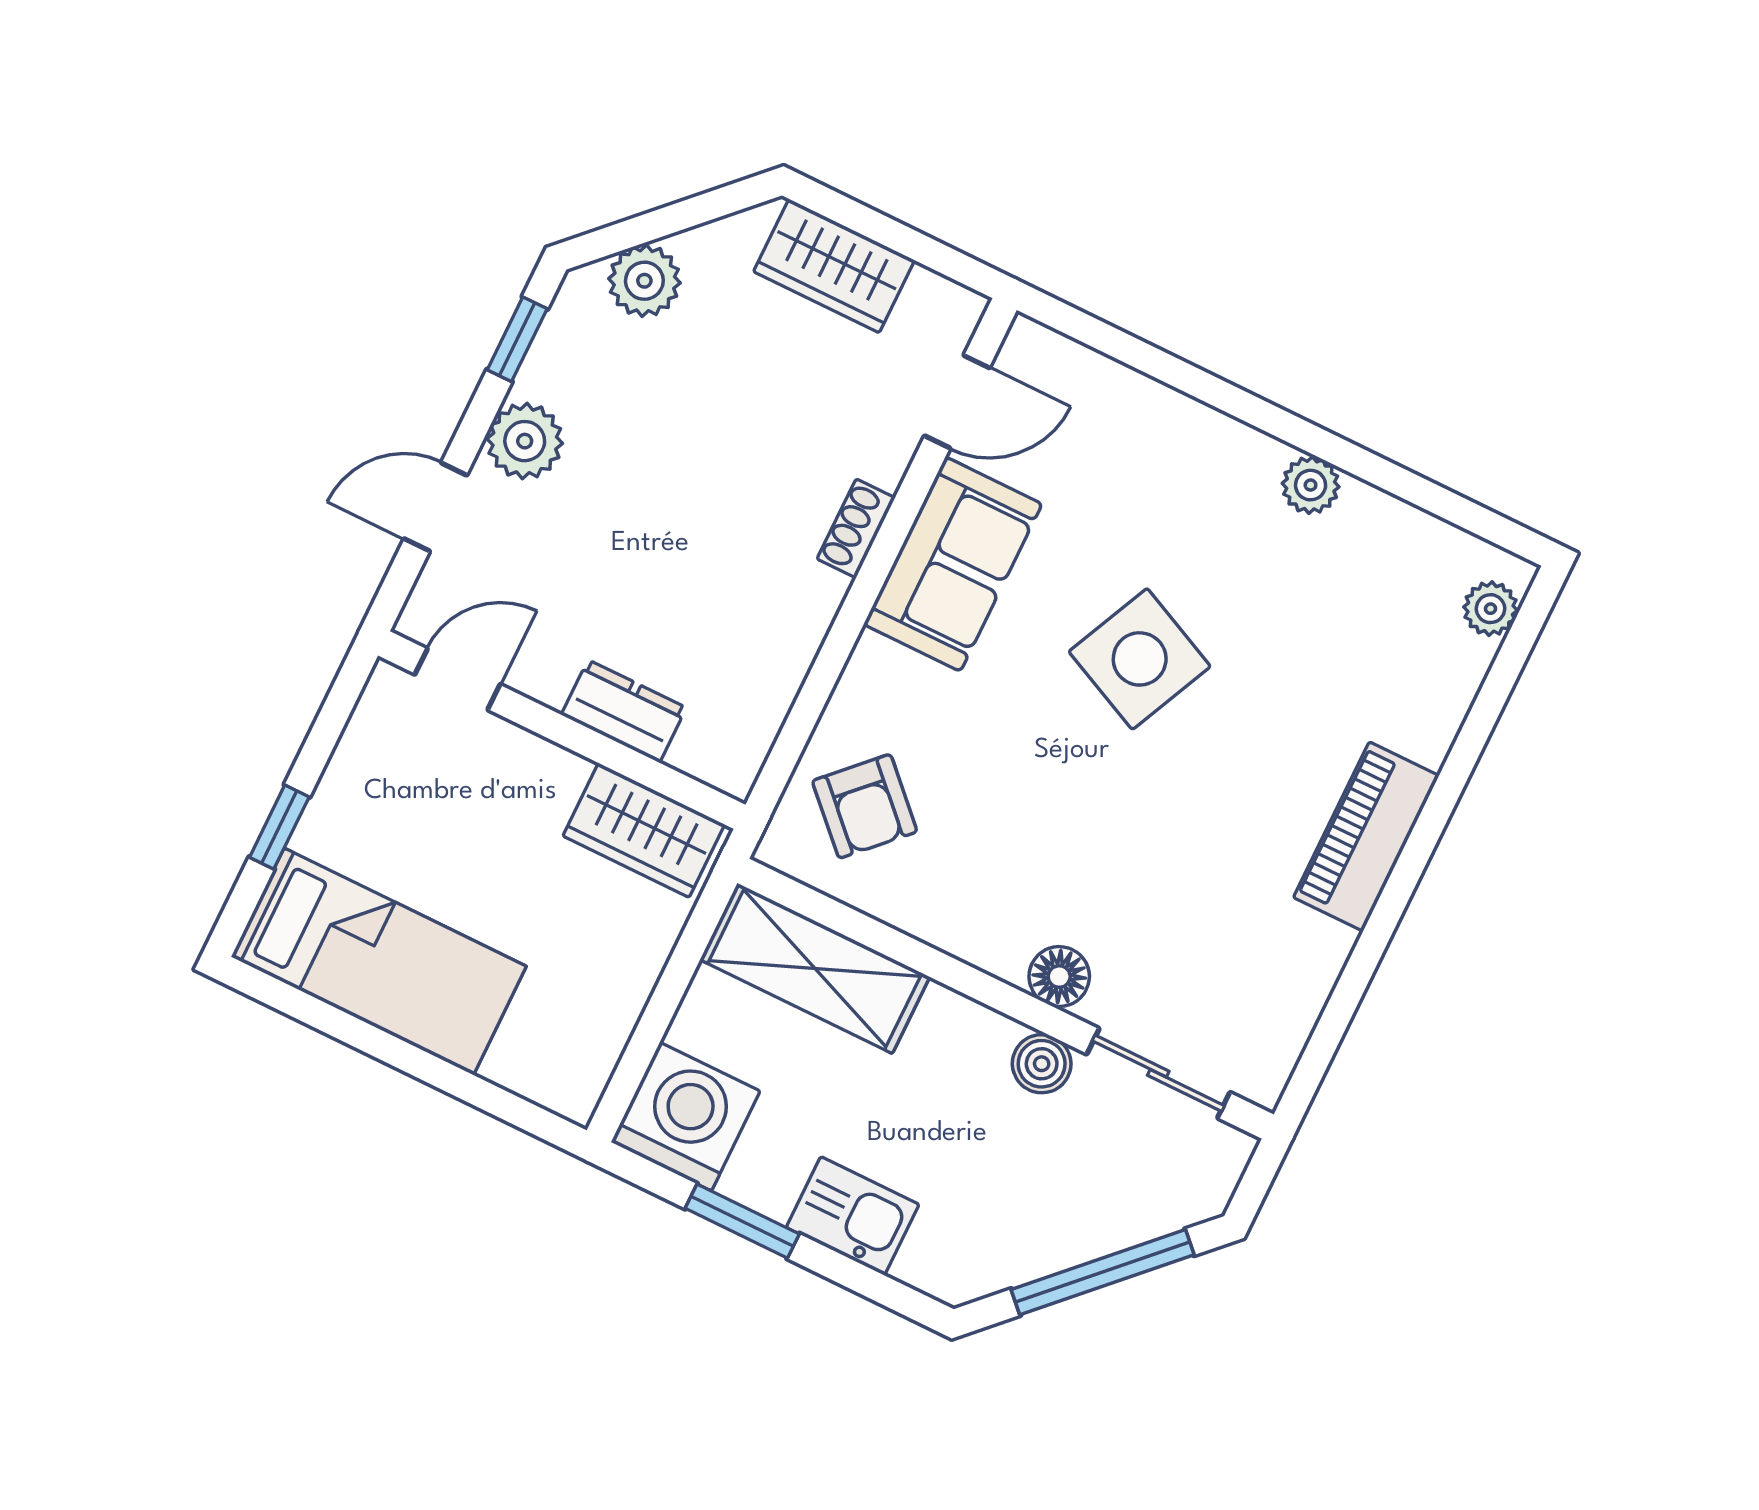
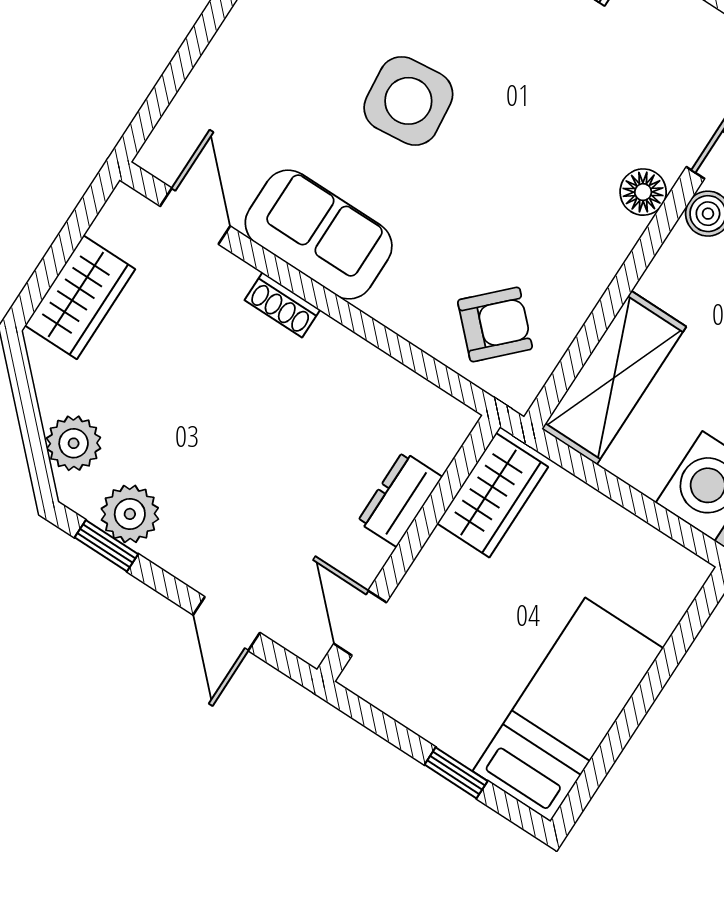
plant: (525, 441) -> (130, 514), moved
side table: (1140, 659) -> (408, 101), turned -31

